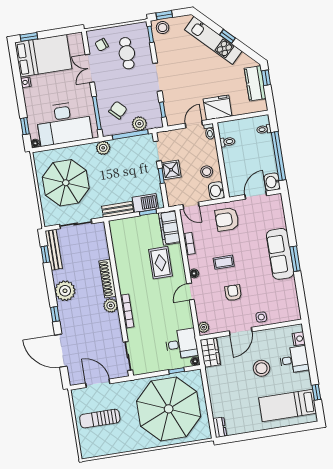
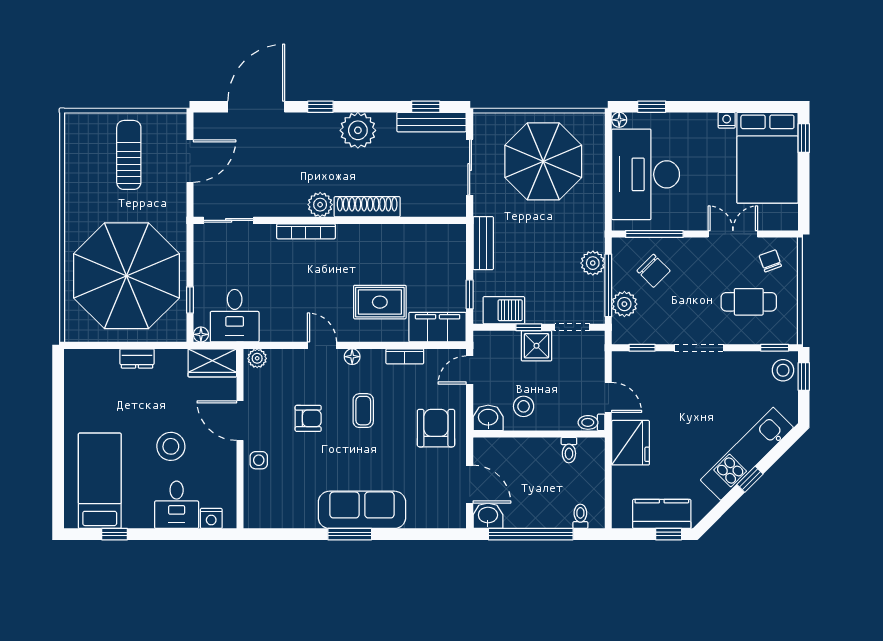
plant: (103, 148) -> (593, 263), moved
barbecue: (145, 203) -> (504, 310), moved, turned -90
dresser: (220, 427) -> (137, 358), moved

